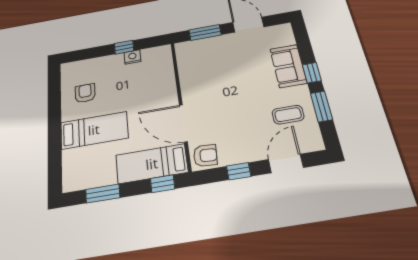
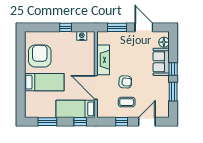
floor lamp: (286, 38) -> (164, 42), added
nightstand: (132, 57) -> (82, 36), moved
fireplace: (190, 80) -> (103, 60), added
armchair: (85, 93) -> (40, 56), width x1.88, depth x1.88
coffee table: (288, 115) -> (127, 102), moved
armchair: (205, 155) -> (125, 82), moved

